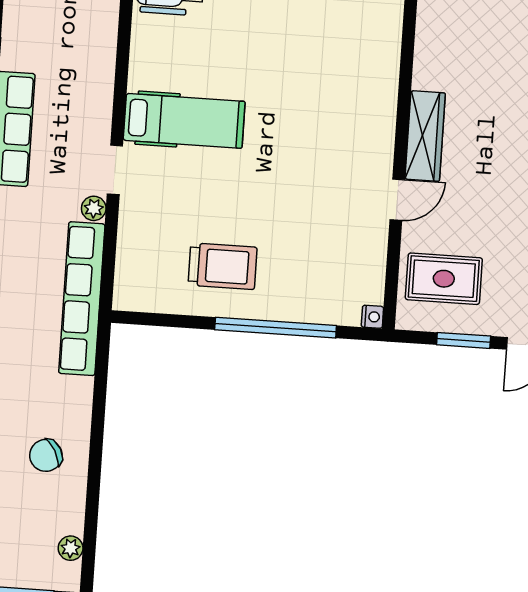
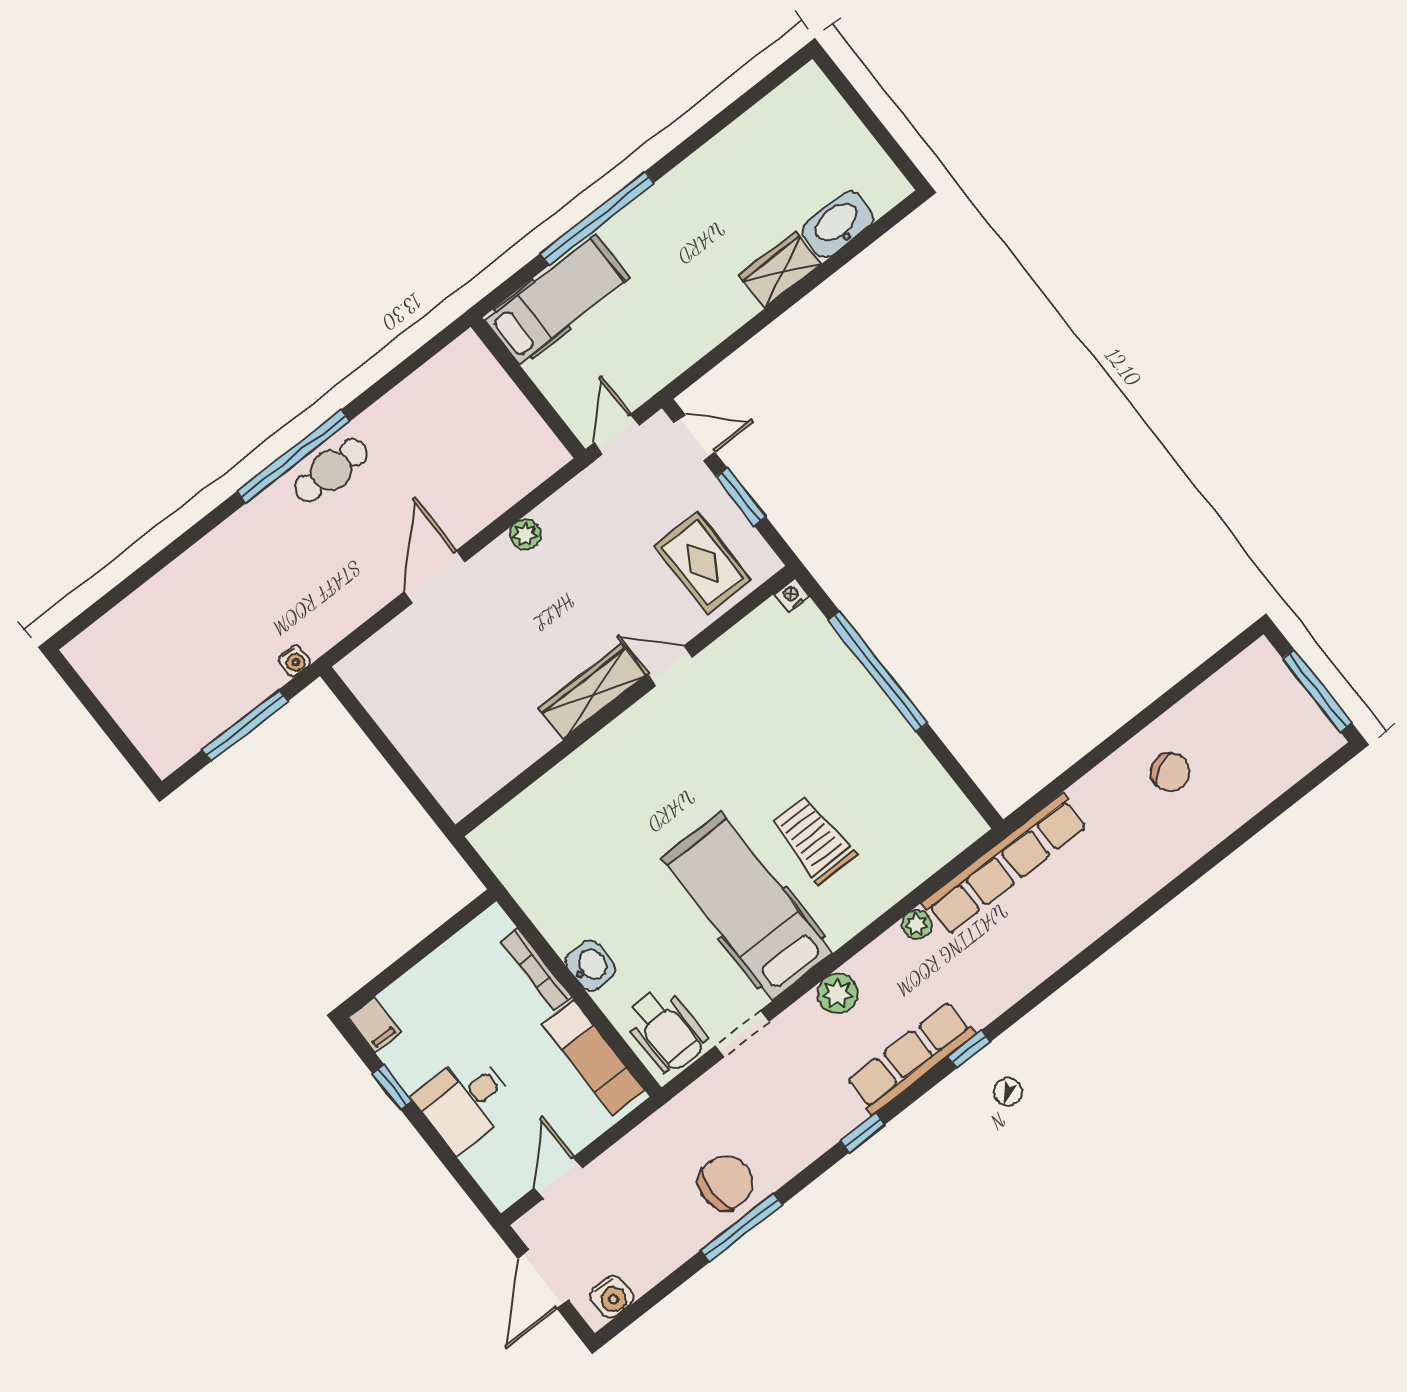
hospital bed: (184, 121) -> (747, 906), width x1.37, depth x1.29
doorway: (115, 170) -> (742, 1034), moved
trolley: (223, 266) -> (814, 840), moved
plant: (71, 548) -> (838, 994), moved, width x1.38, depth x1.38

